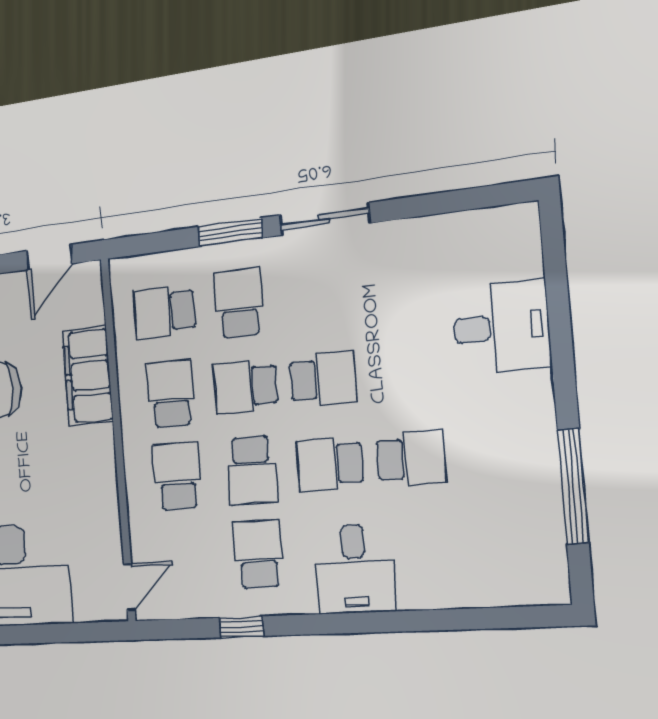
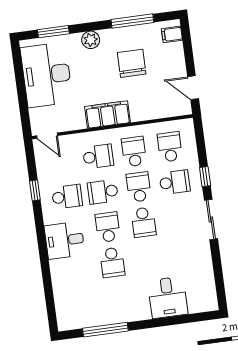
window: (230, 232) -> (205, 177), width x0.67
filing cabinet: (88, 376) -> (108, 114), moved
school desk: (171, 394) -> (134, 152), turned -90

